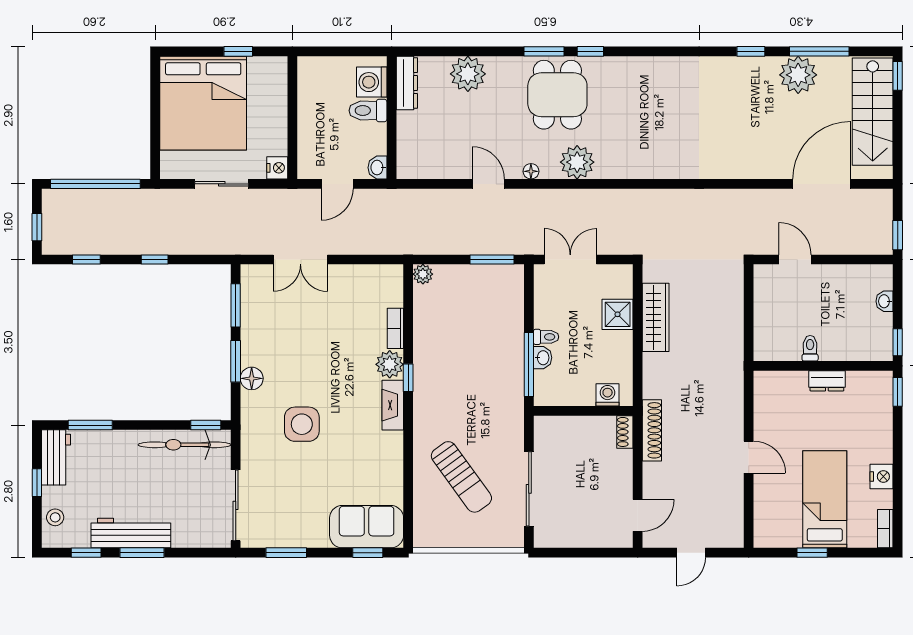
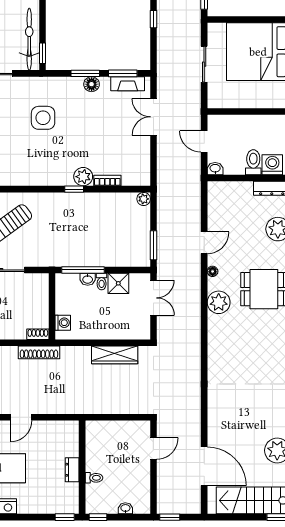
nightstand: (277, 168) -> (215, 101), removed
shower: (618, 314) -> (118, 283), moved
toilet: (810, 348) -> (94, 478), moved
floor lamp: (252, 378) -> (92, 84), moved
fireplace: (393, 405) -> (128, 84), moved, turned 180

